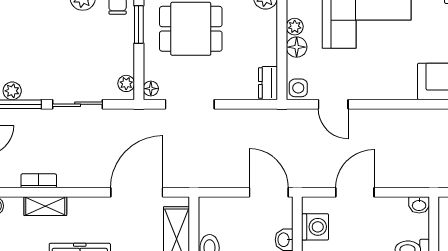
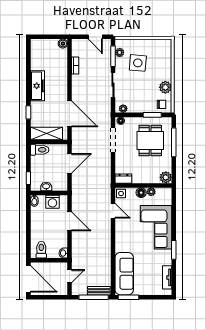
side table: (33, 54) -> (138, 63), added
door: (333, 104) -> (113, 211), swing flipped
door: (269, 192) -> (70, 163), moved
shelving: (45, 206) -> (63, 69), removed

